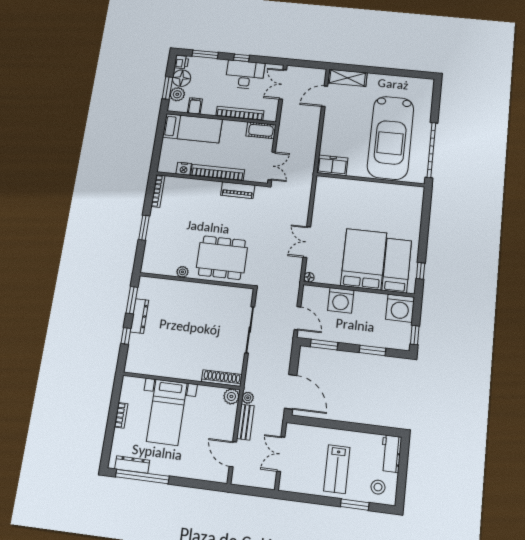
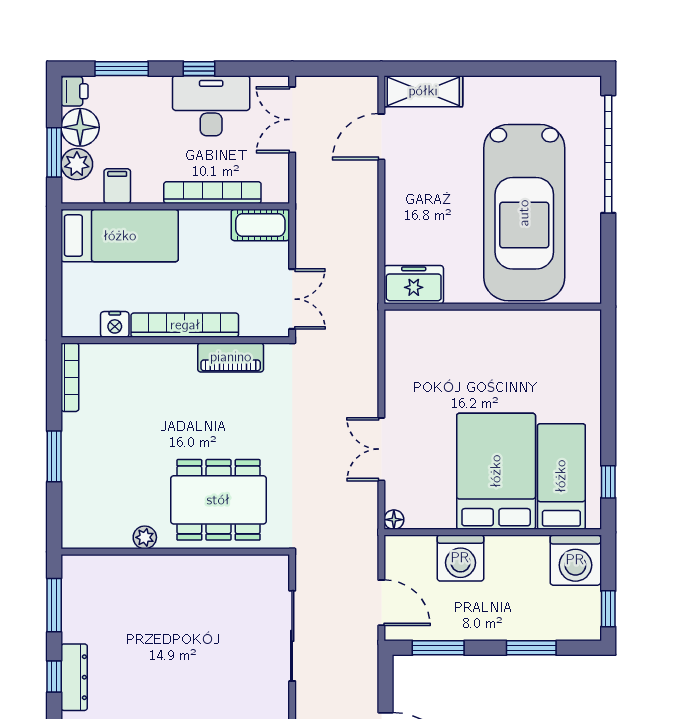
garage door: (431, 150) -> (608, 154), moved
dresser: (139, 316) -> (74, 677), moved

